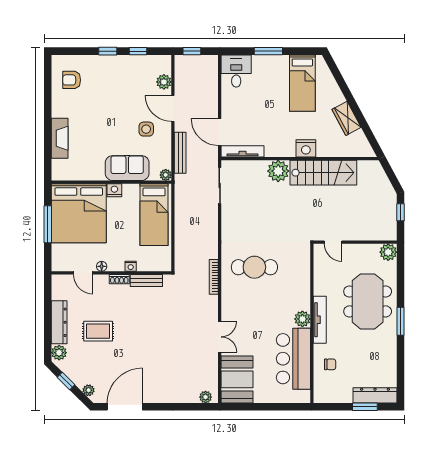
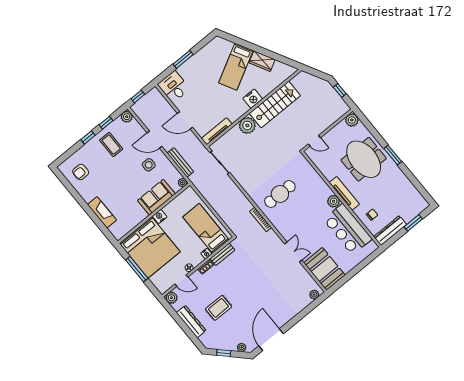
coffee table: (125, 77) -> (111, 144), added
plant: (164, 82) -> (127, 117), moved
bed: (302, 83) -> (236, 67), moved, turned 62
door: (220, 132) -> (185, 120), moved
bed: (154, 215) -> (206, 228), moved, turned 180
plant: (59, 353) -> (171, 298), moved
dresser: (375, 395) -> (390, 231), moved

